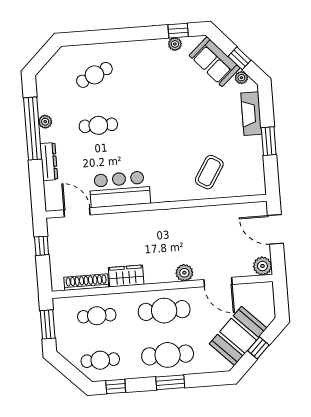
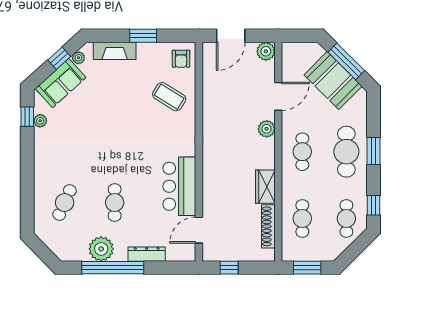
cafe table: (94, 75) -> (65, 203), turned 48
plant: (45, 122) -> (101, 249), width x1.88, depth x1.88
armchair: (248, 181) -> (181, 59), added
cafe table: (164, 311) -> (302, 152), width x0.73, depth x0.74
window: (258, 348) -> (346, 61), width x2.17

